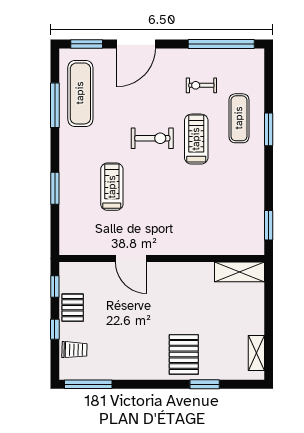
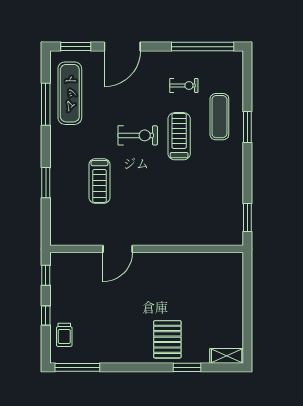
exercise bike: (201, 85) -> (184, 85), turned 180
treadmill: (112, 187) -> (99, 181), turned 180
door: (131, 259) -> (118, 249), hinge flipped
shelving: (239, 272) -> (220, 262), removed
pallet: (73, 308) -> (63, 295), removed
trolley: (74, 350) -> (64, 335), turned 89
shelving: (256, 353) -> (227, 356), moved, turned 90

